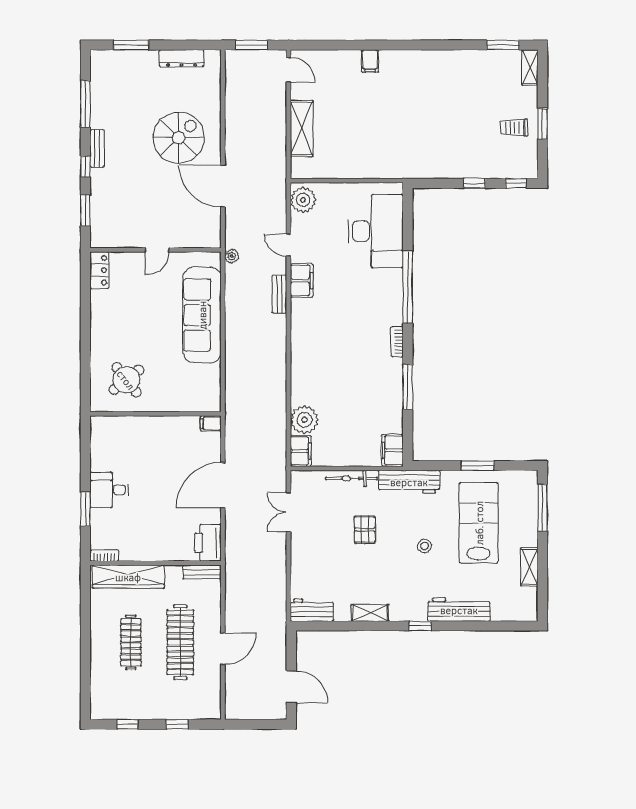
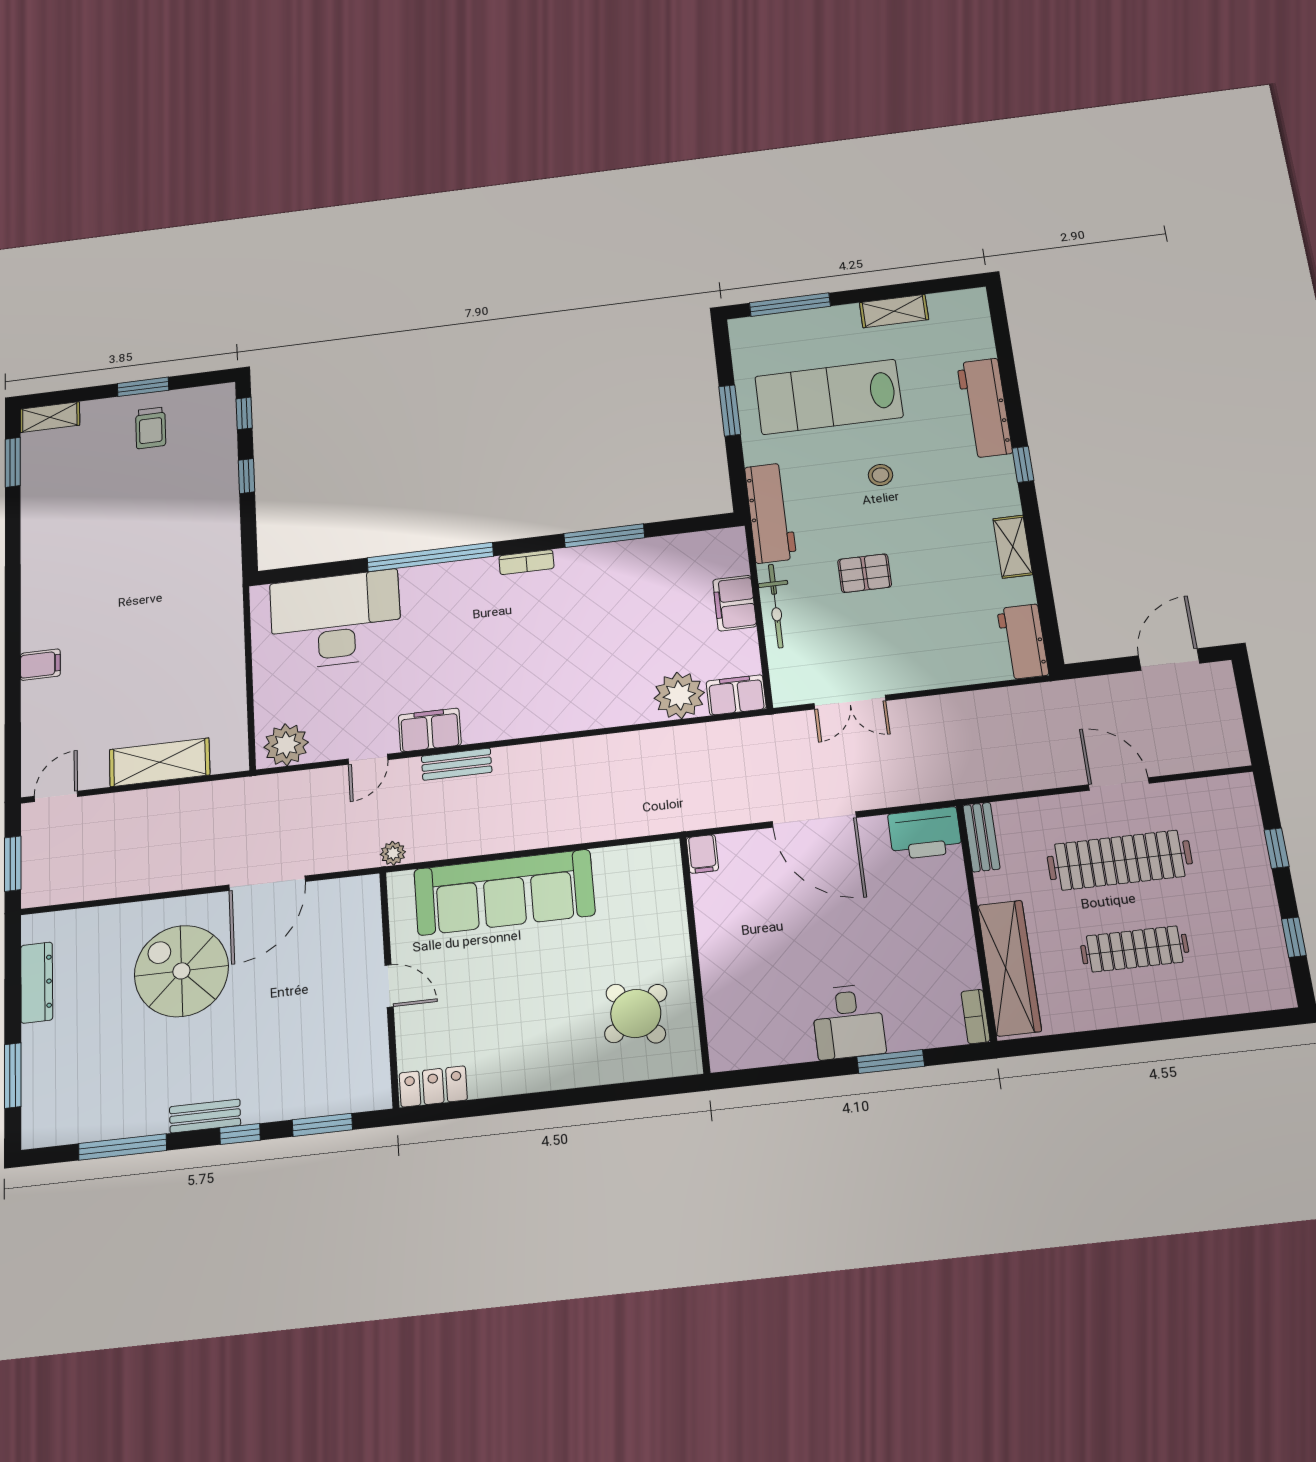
filing cabinet: (393, 450) -> (735, 603), moved, turned 90

